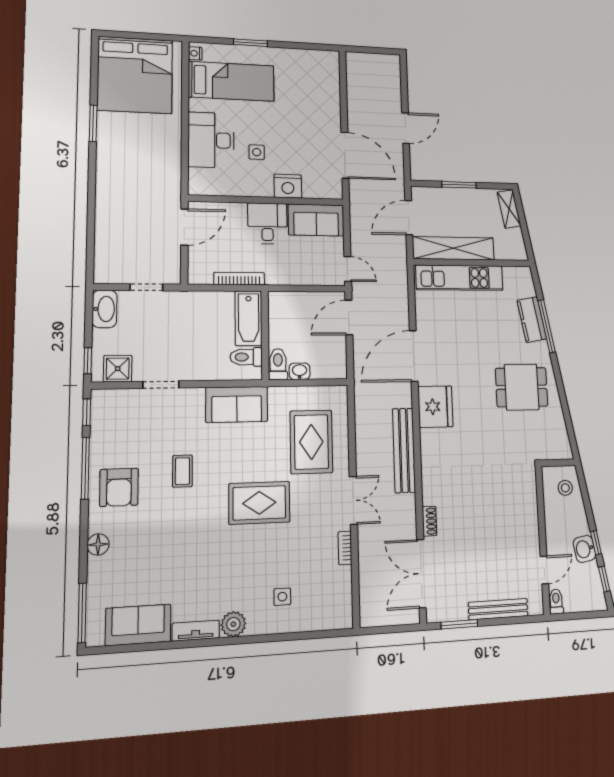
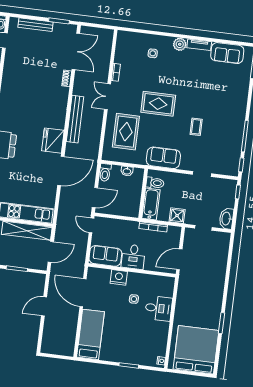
bed: (231, 81) -> (91, 334), moved, turned 90
desk: (211, 140) -> (159, 308), width x0.73
toilet: (278, 364) -> (105, 172), moved
shower: (118, 369) -> (177, 216), moved
armchair: (119, 487) -> (229, 124), removed
floor lamp: (98, 544) -> (243, 96), removed

